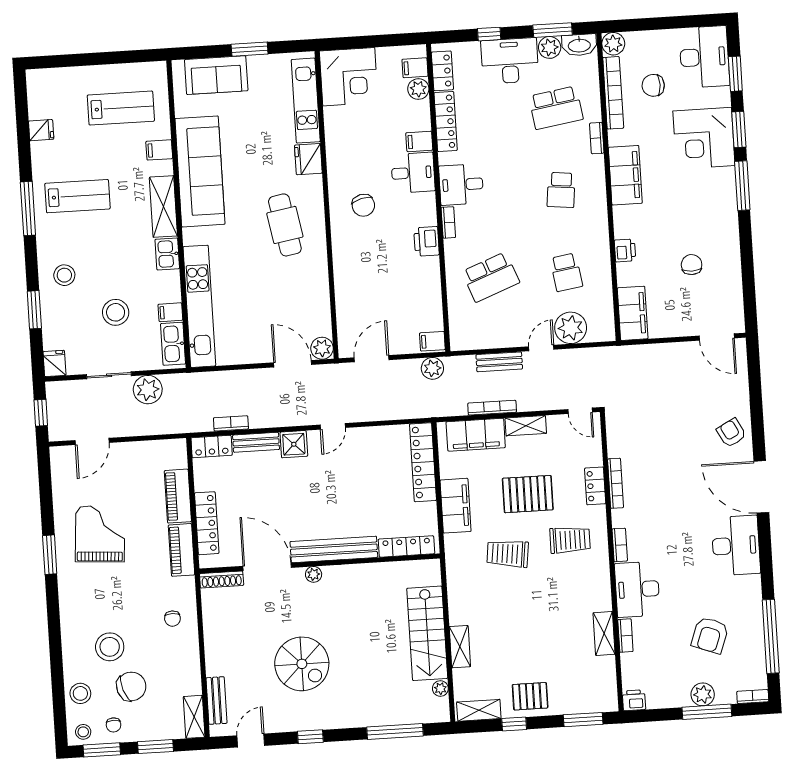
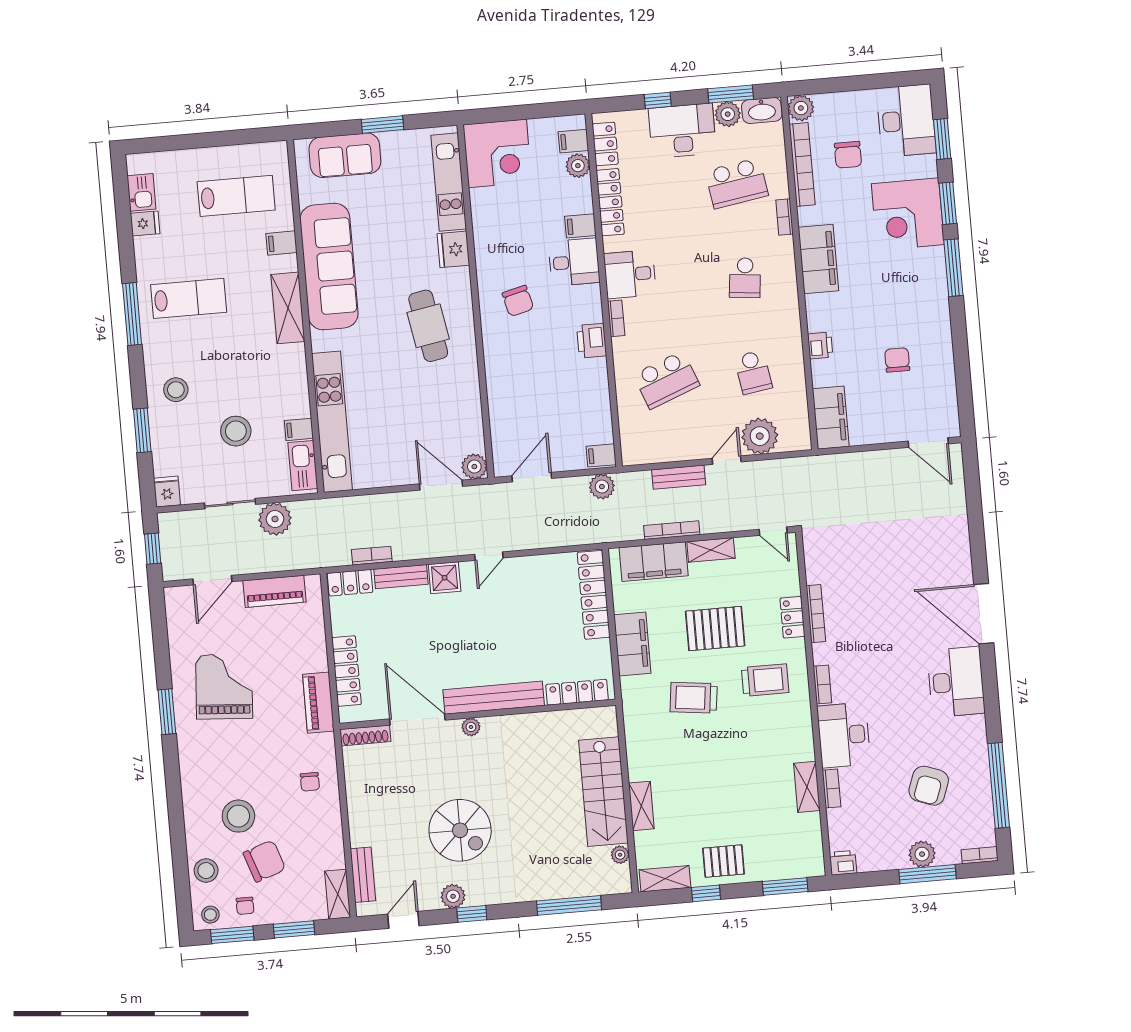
chair: (653, 85) -> (848, 155), turned -90
kitchen sink: (167, 254) -> (141, 192), moved, turned 180
armchair: (731, 433) -> (948, 552), removed
piano: (178, 496) -> (275, 591), moved, turned -90
plant: (294, 721) -> (453, 896), added

